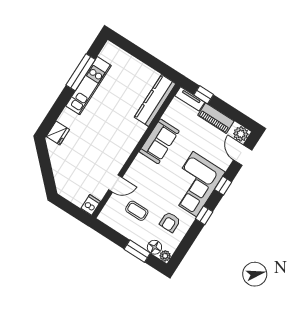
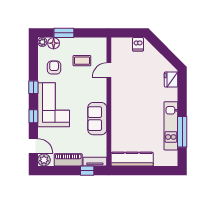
kitchen counter: (155, 100) -> (132, 159), moved, turned -90
dishwasher: (91, 205) -> (138, 44), moved

